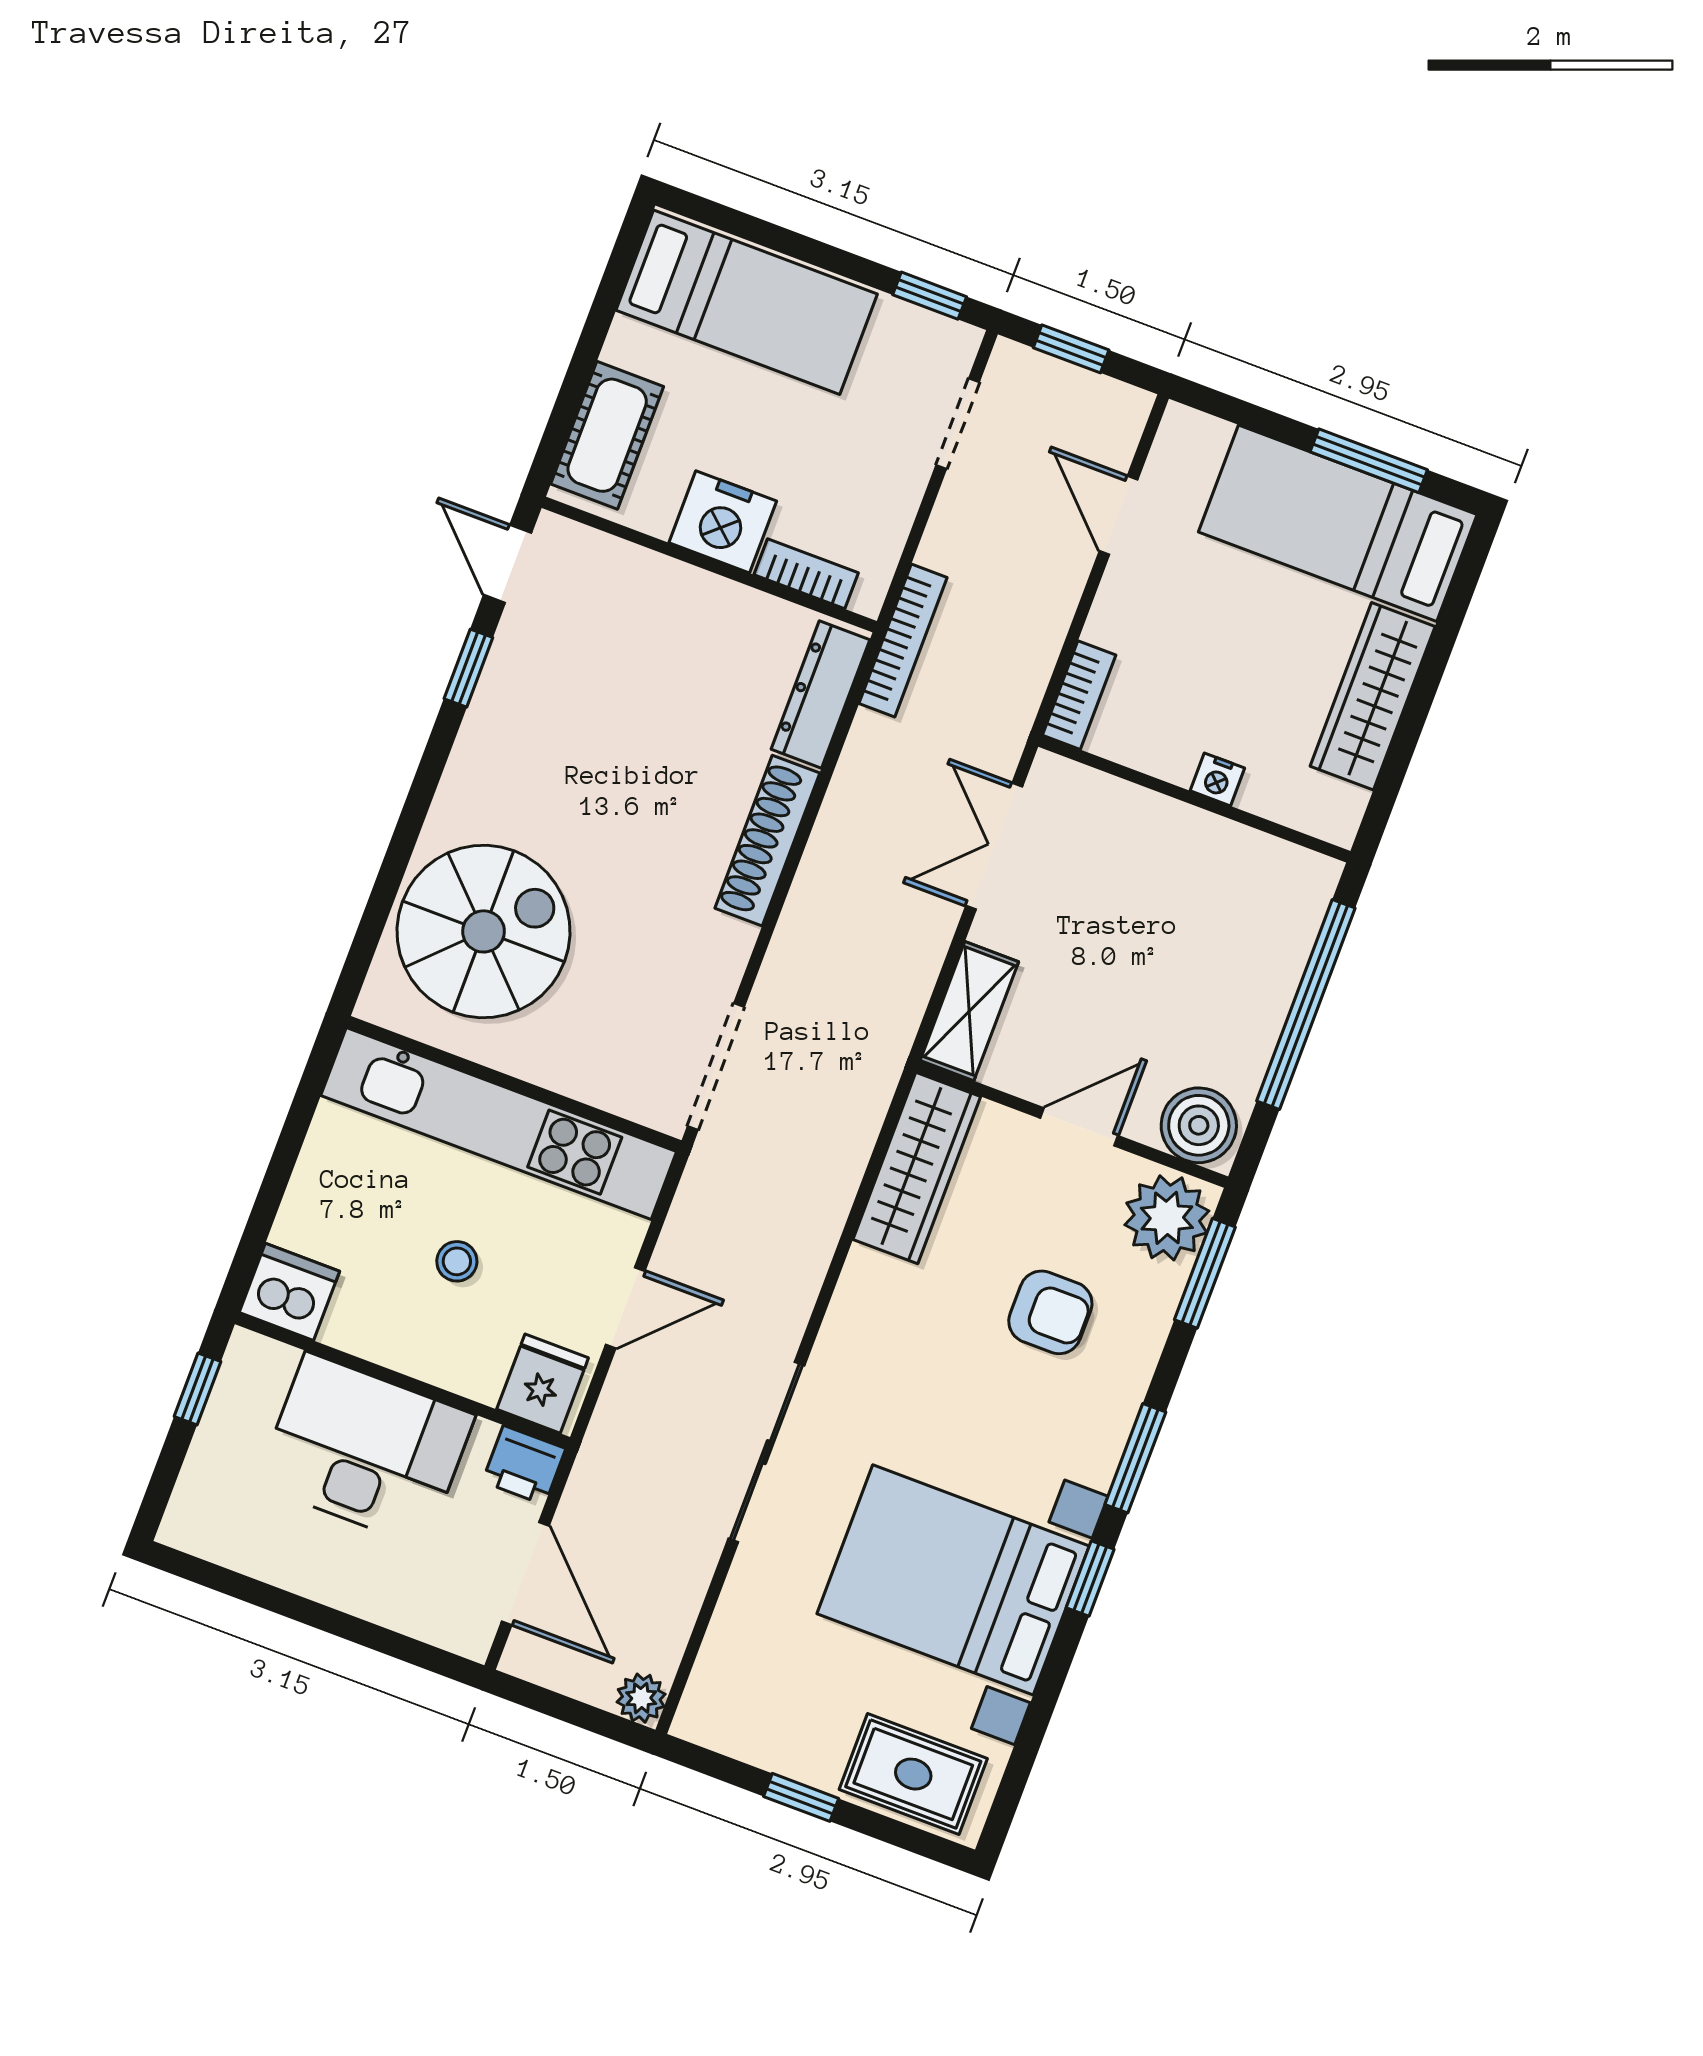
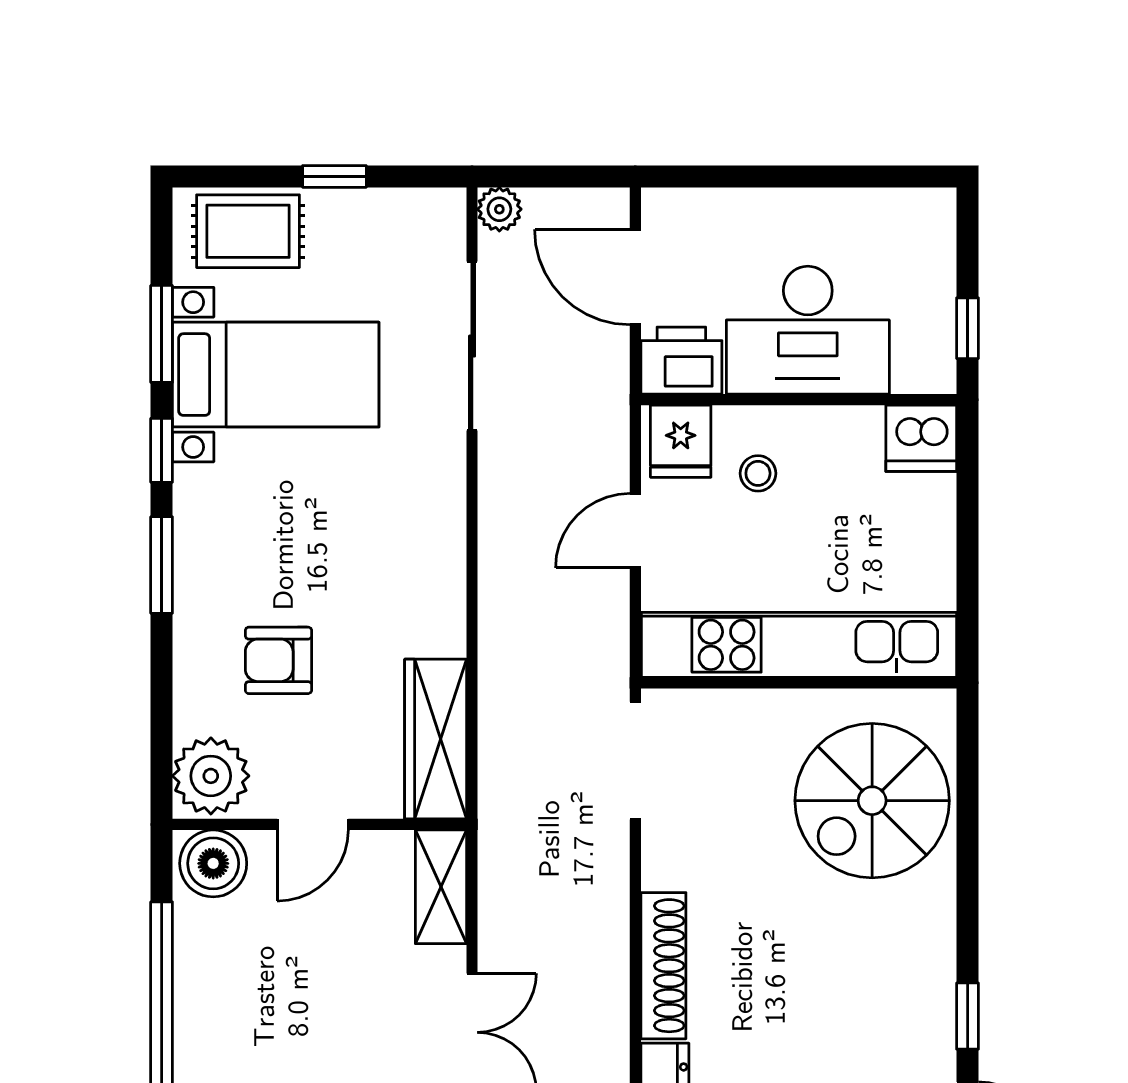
stool: (457, 1261) -> (758, 473), moved
window: (1205, 1273) -> (162, 334), moved
sliding door: (766, 1452) -> (472, 346), moved
printer: (524, 1465) -> (681, 361), width x1.36, depth x1.24
bed with nightstands: (953, 1580) -> (276, 375), width x0.73

